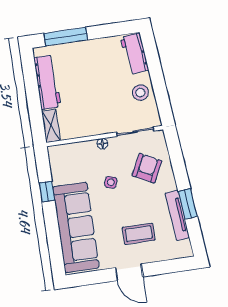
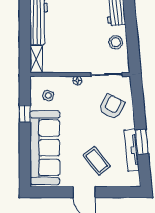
side table: (111, 182) -> (48, 95), moved
coffee table: (139, 234) -> (97, 161), turned 51

